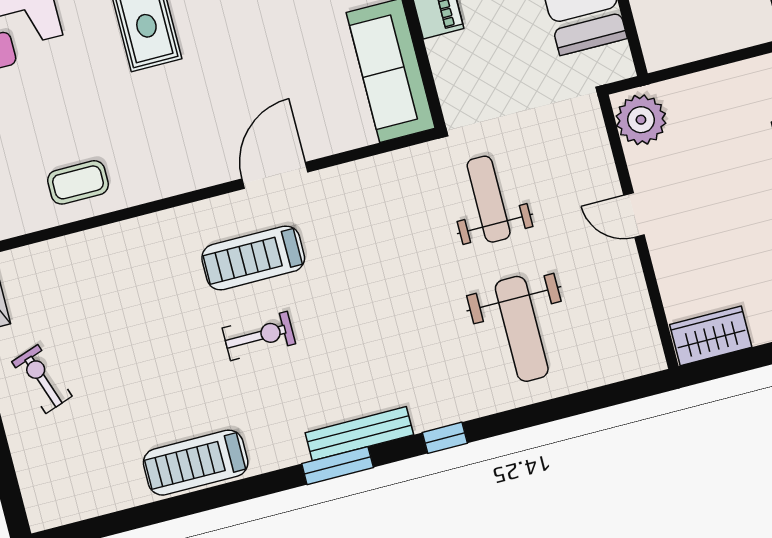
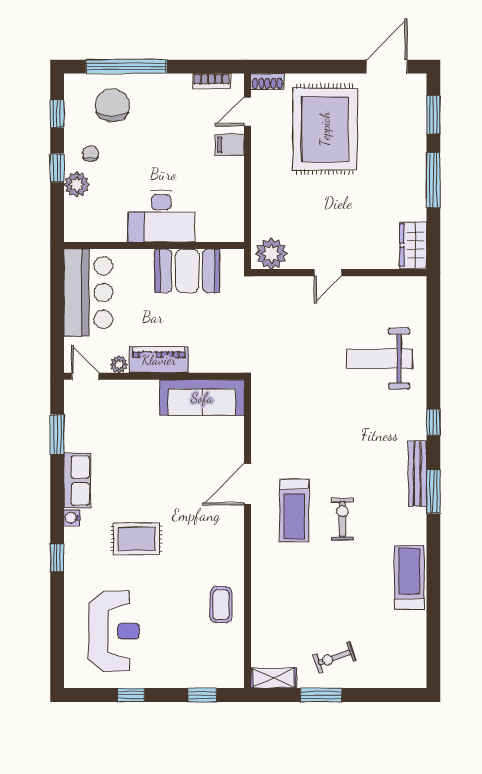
door: (275, 175) -> (248, 484), hinge flipped
weight bench: (489, 199) -> (295, 358), removed
weight bench: (522, 329) -> (379, 359), turned 180
treadmill: (196, 463) -> (409, 577), turned 180

